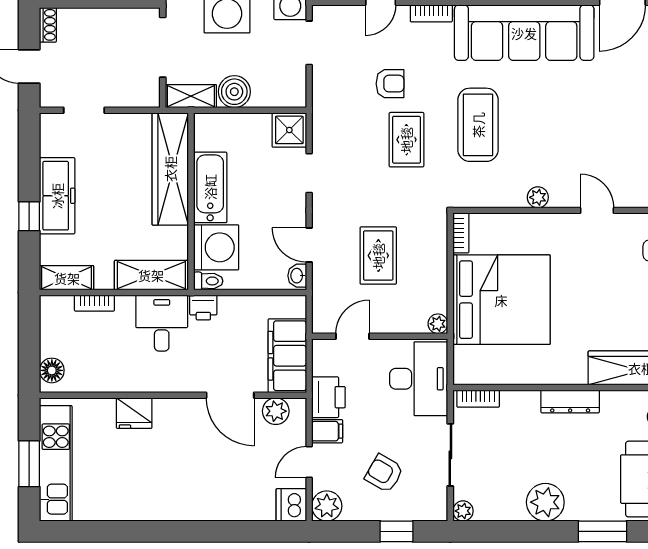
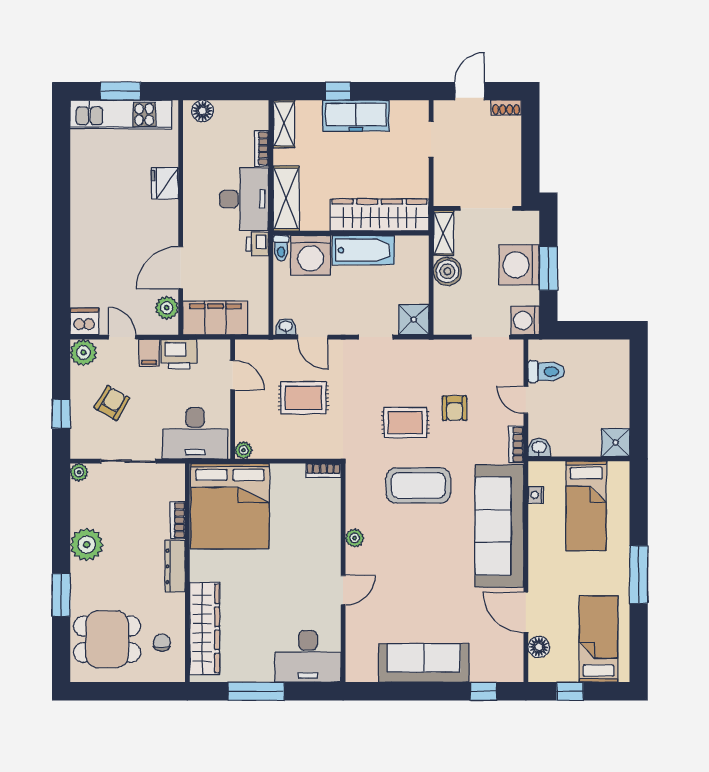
door: (309, 245) -> (313, 337), swing flipped
bed: (501, 300) -> (230, 506), moved
desk: (162, 323) -> (244, 199), width x1.37
bookcase: (478, 399) -> (178, 520), moved

